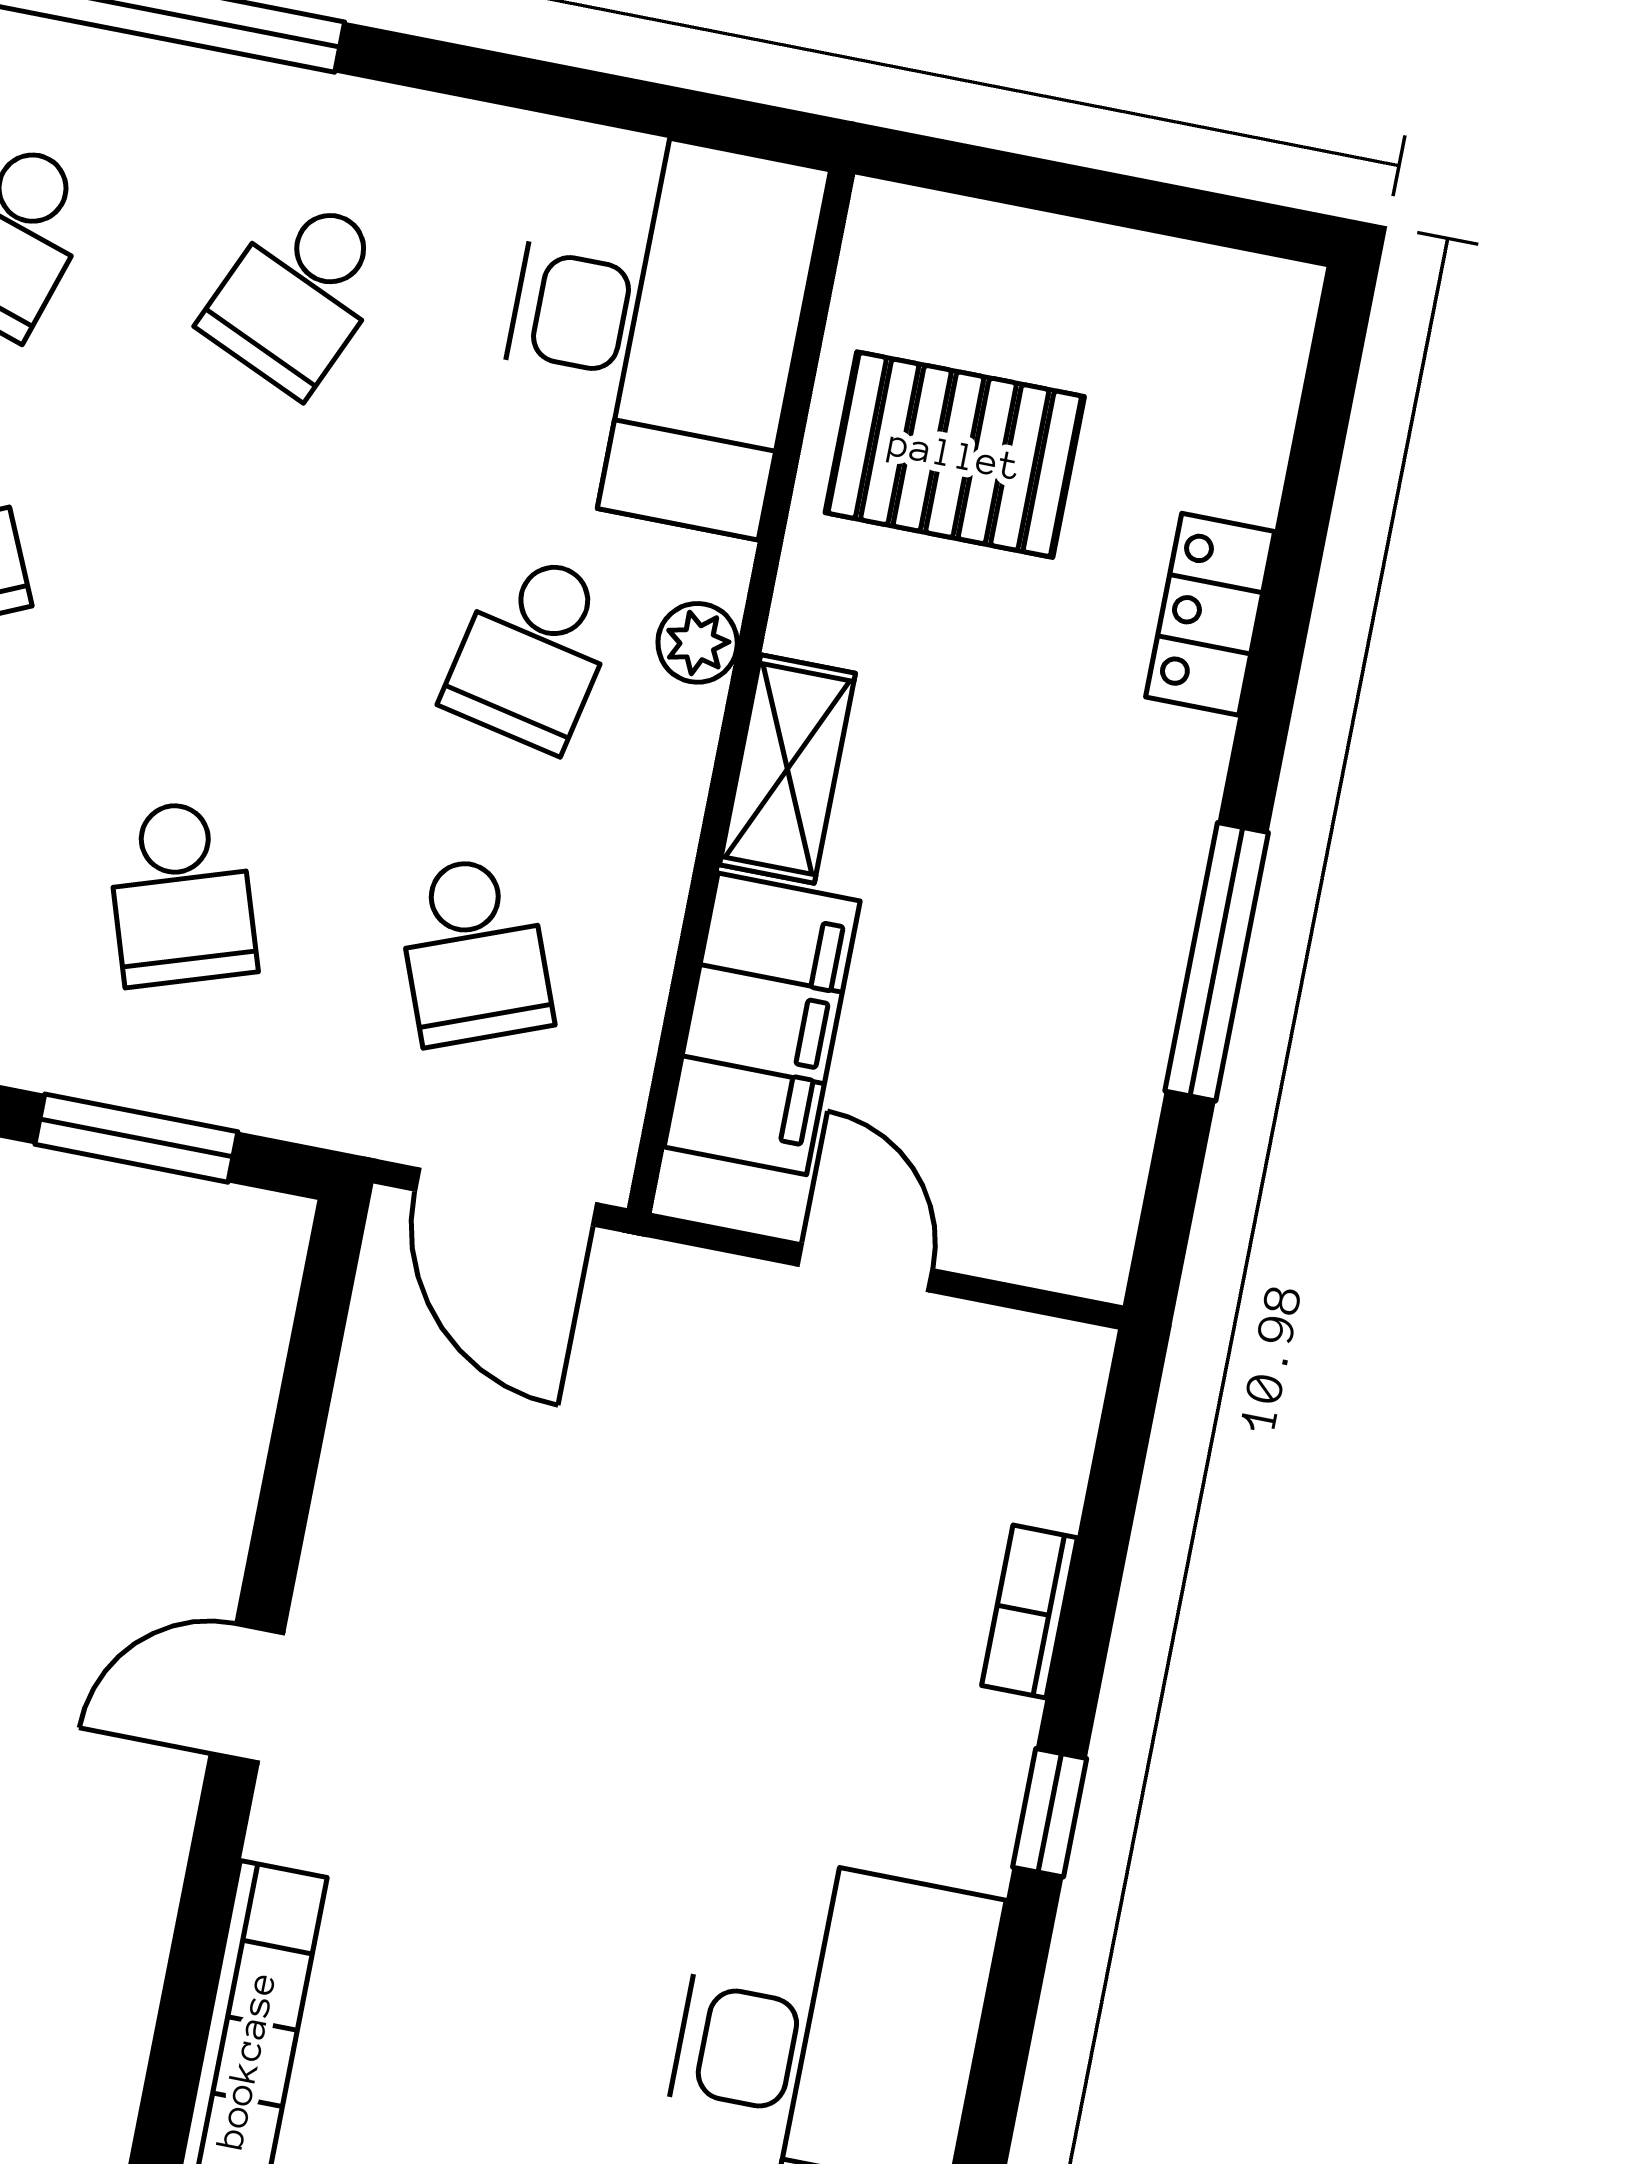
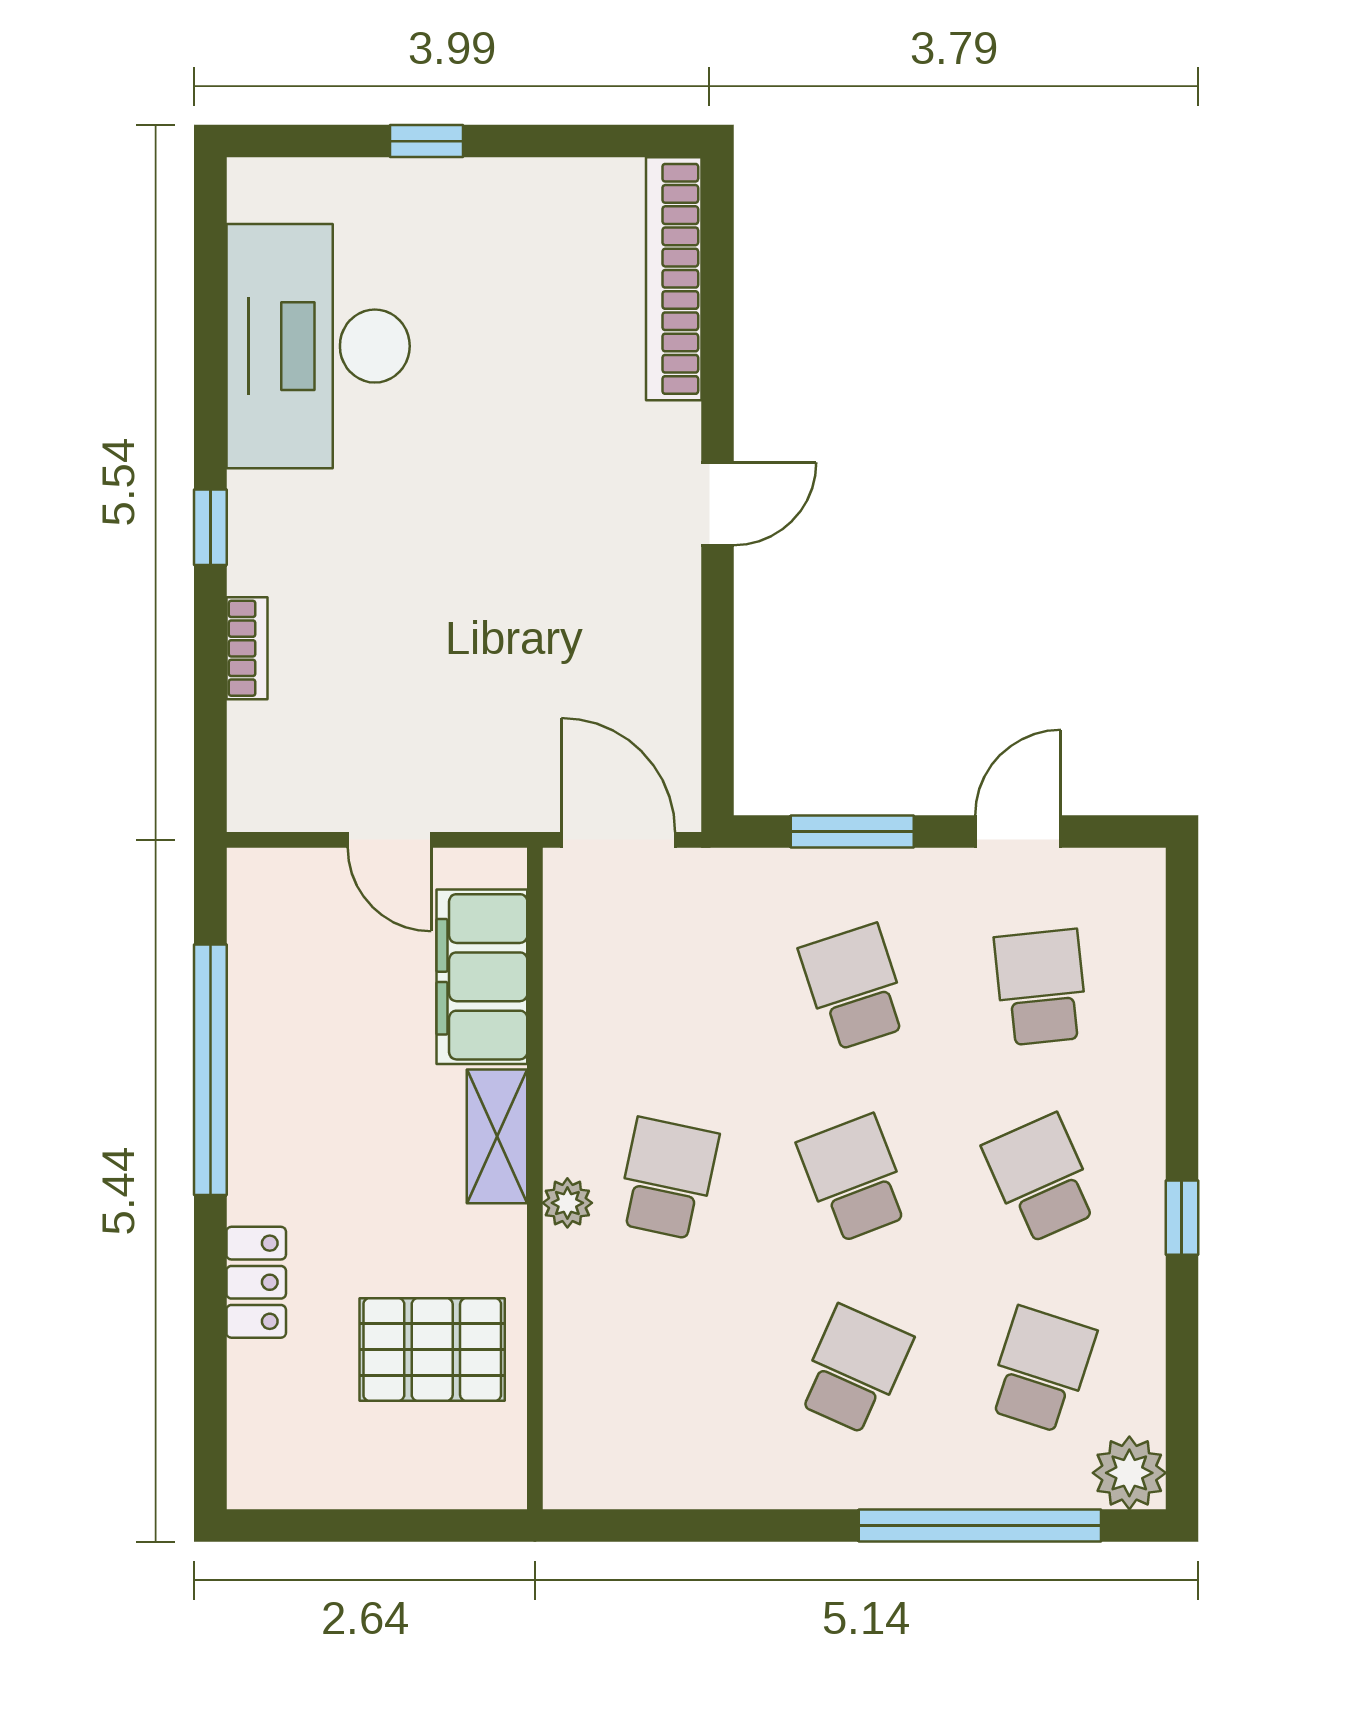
desk: (656, 328) -> (631, 1391), removed
school desk: (474, 950) -> (854, 1178), moved
window: (1217, 962) -> (210, 1070), width x1.46

